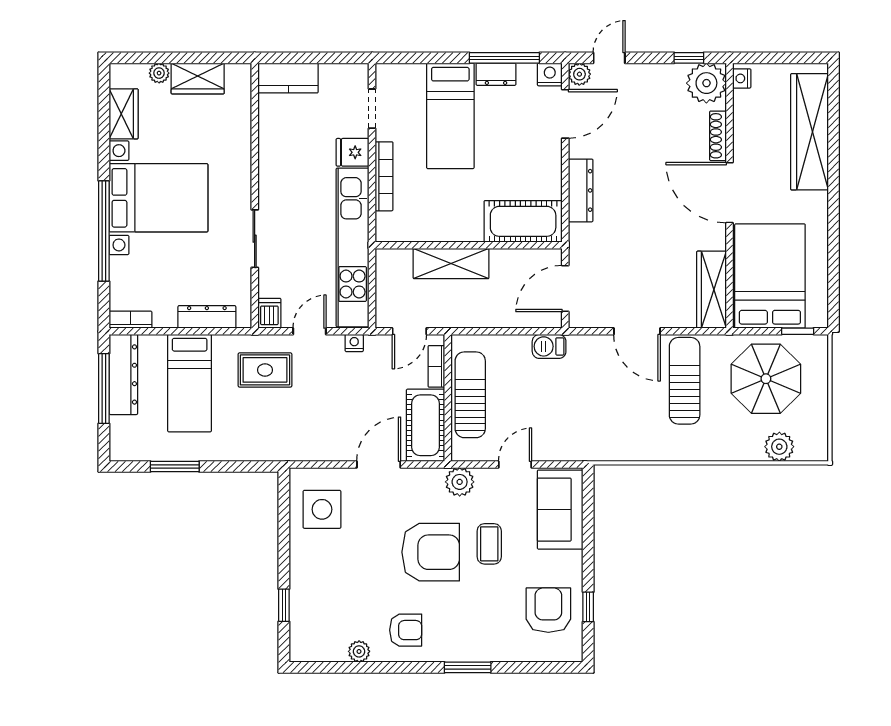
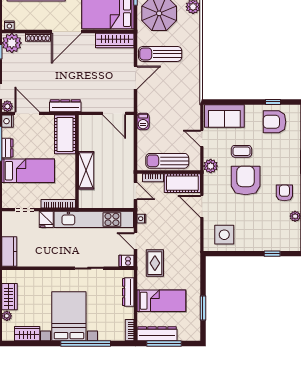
cot: (523, 221) -> (65, 134), moved
wall: (469, 245) -> (77, 162), moved
shelving: (451, 263) -> (86, 170), moved

